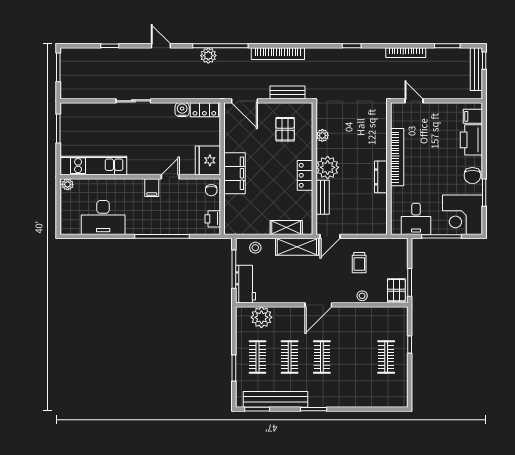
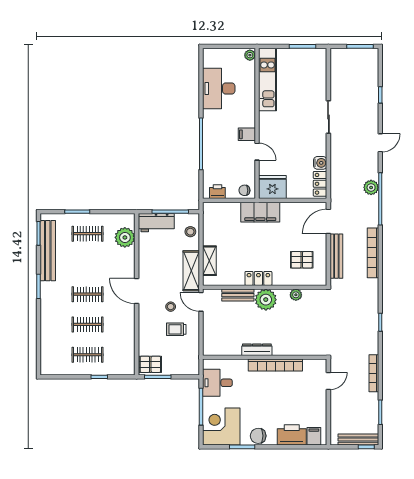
bench: (288, 92) -> (336, 256), width x1.36
stool: (362, 296) -> (171, 307), moved
clothes rail: (290, 357) -> (88, 324), moved

